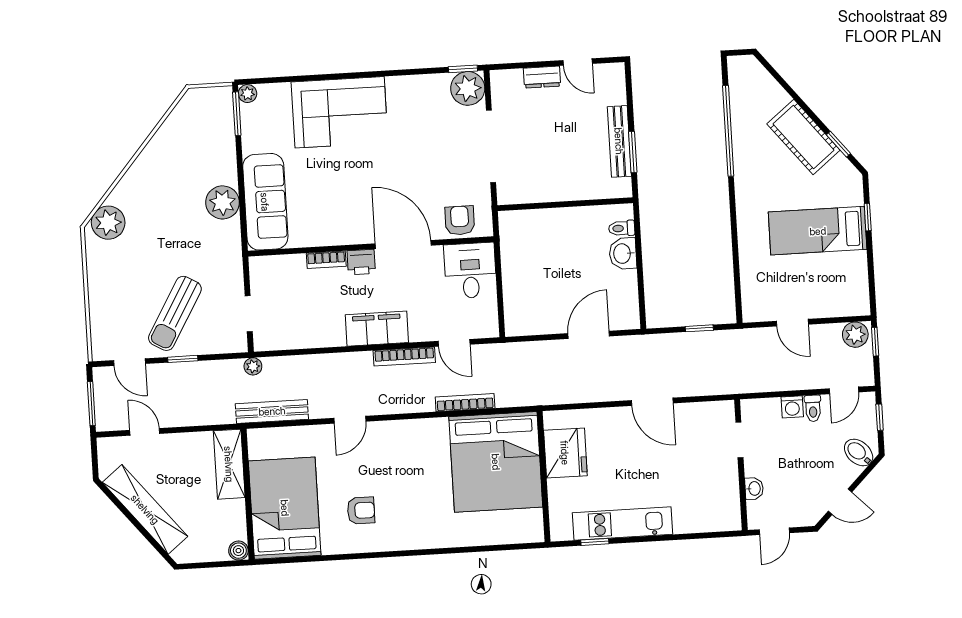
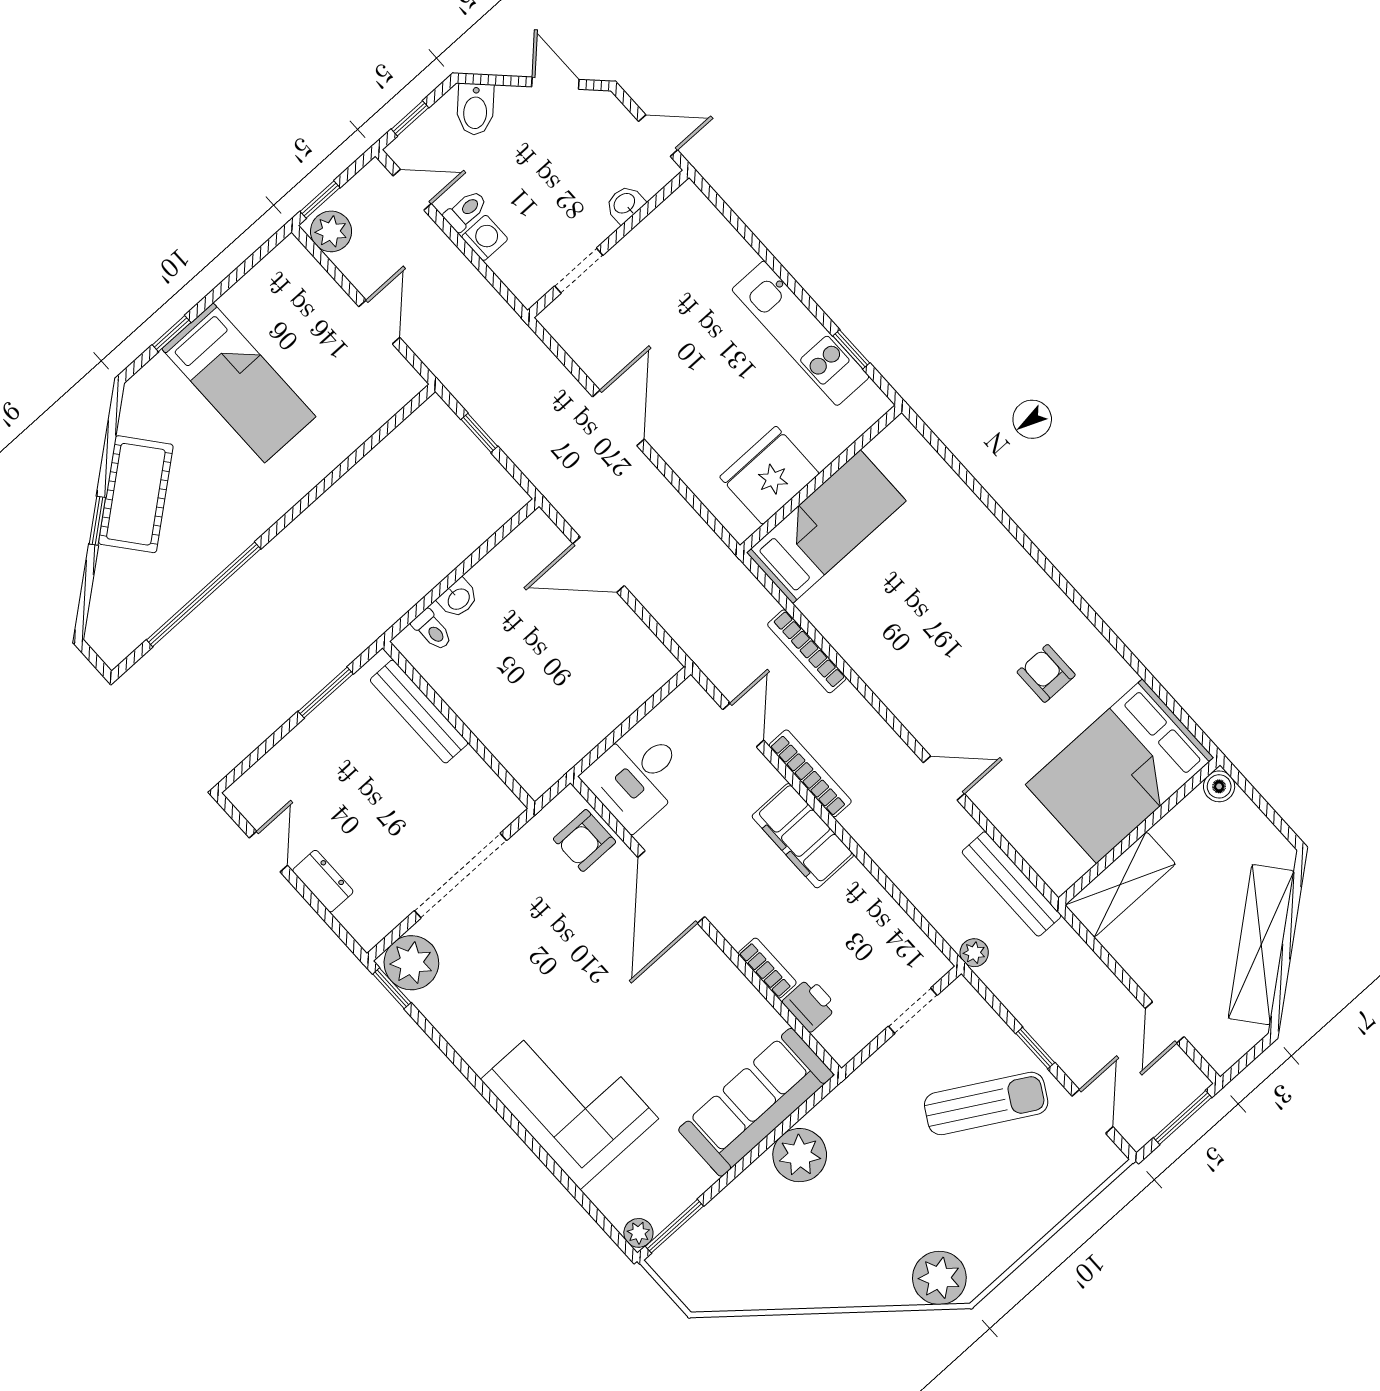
bench: (619, 141) -> (419, 712), moved, turned 90
window: (838, 144) -> (97, 521), moved
washbasin: (623, 254) -> (458, 599), width x0.72, depth x0.69
printer: (361, 262) -> (810, 1005), moved
bed: (496, 462) -> (826, 527), width x0.49

